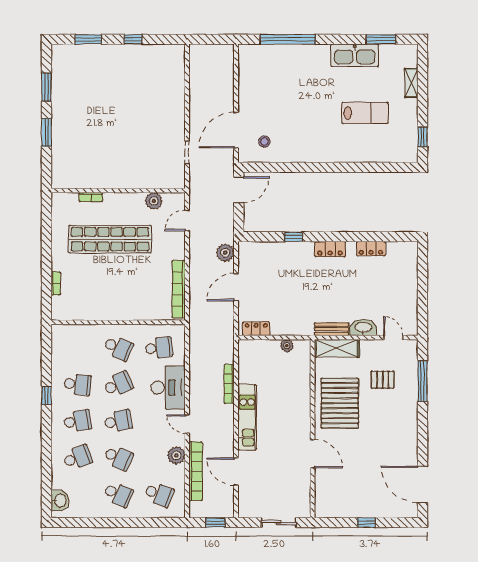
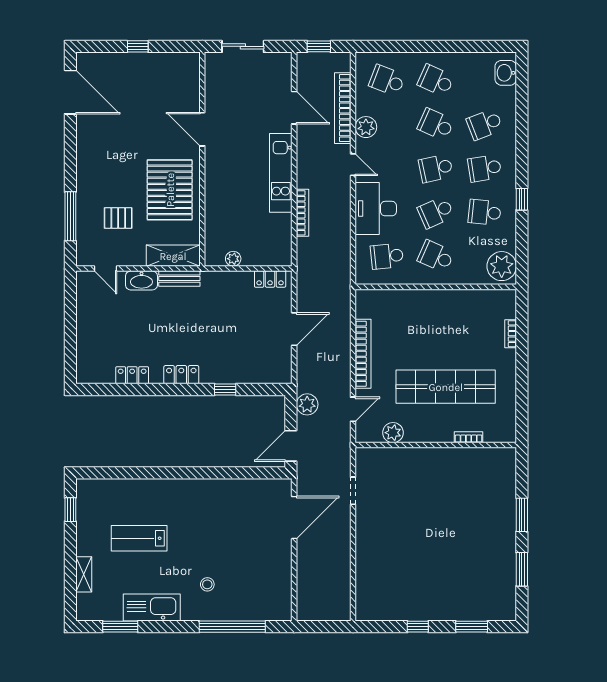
stool: (264, 142) -> (207, 584), moved
plant: (225, 253) -> (307, 404), moved
bookcase: (179, 289) -> (363, 354), moved
plant: (63, 340) -> (502, 266), added

